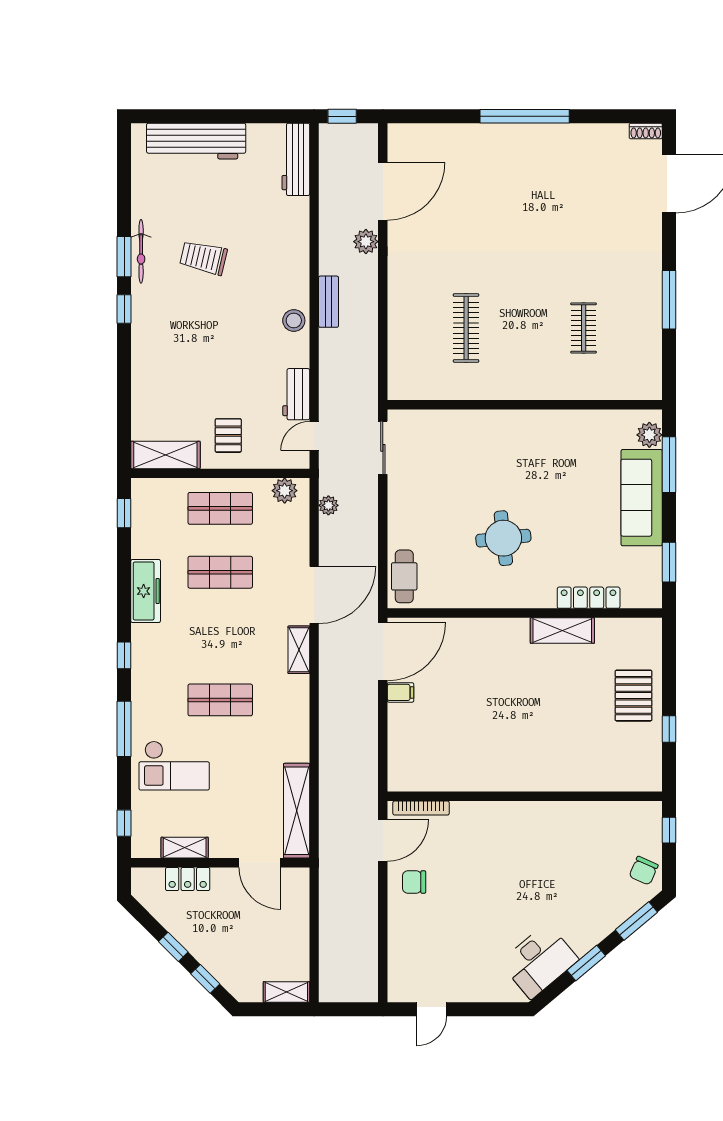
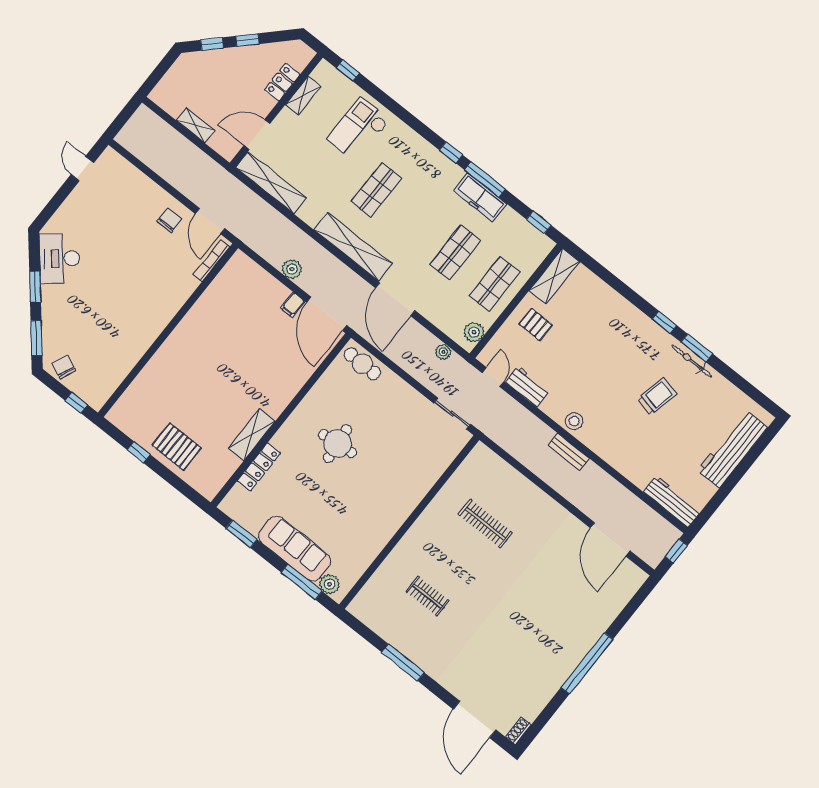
plant: (366, 242) -> (292, 269), moved
shelving: (299, 650) -> (353, 247), width x2.20, depth x1.33
window: (124, 729) -> (485, 180), moved
shelving: (286, 992) -> (196, 125), moved, turned 90

